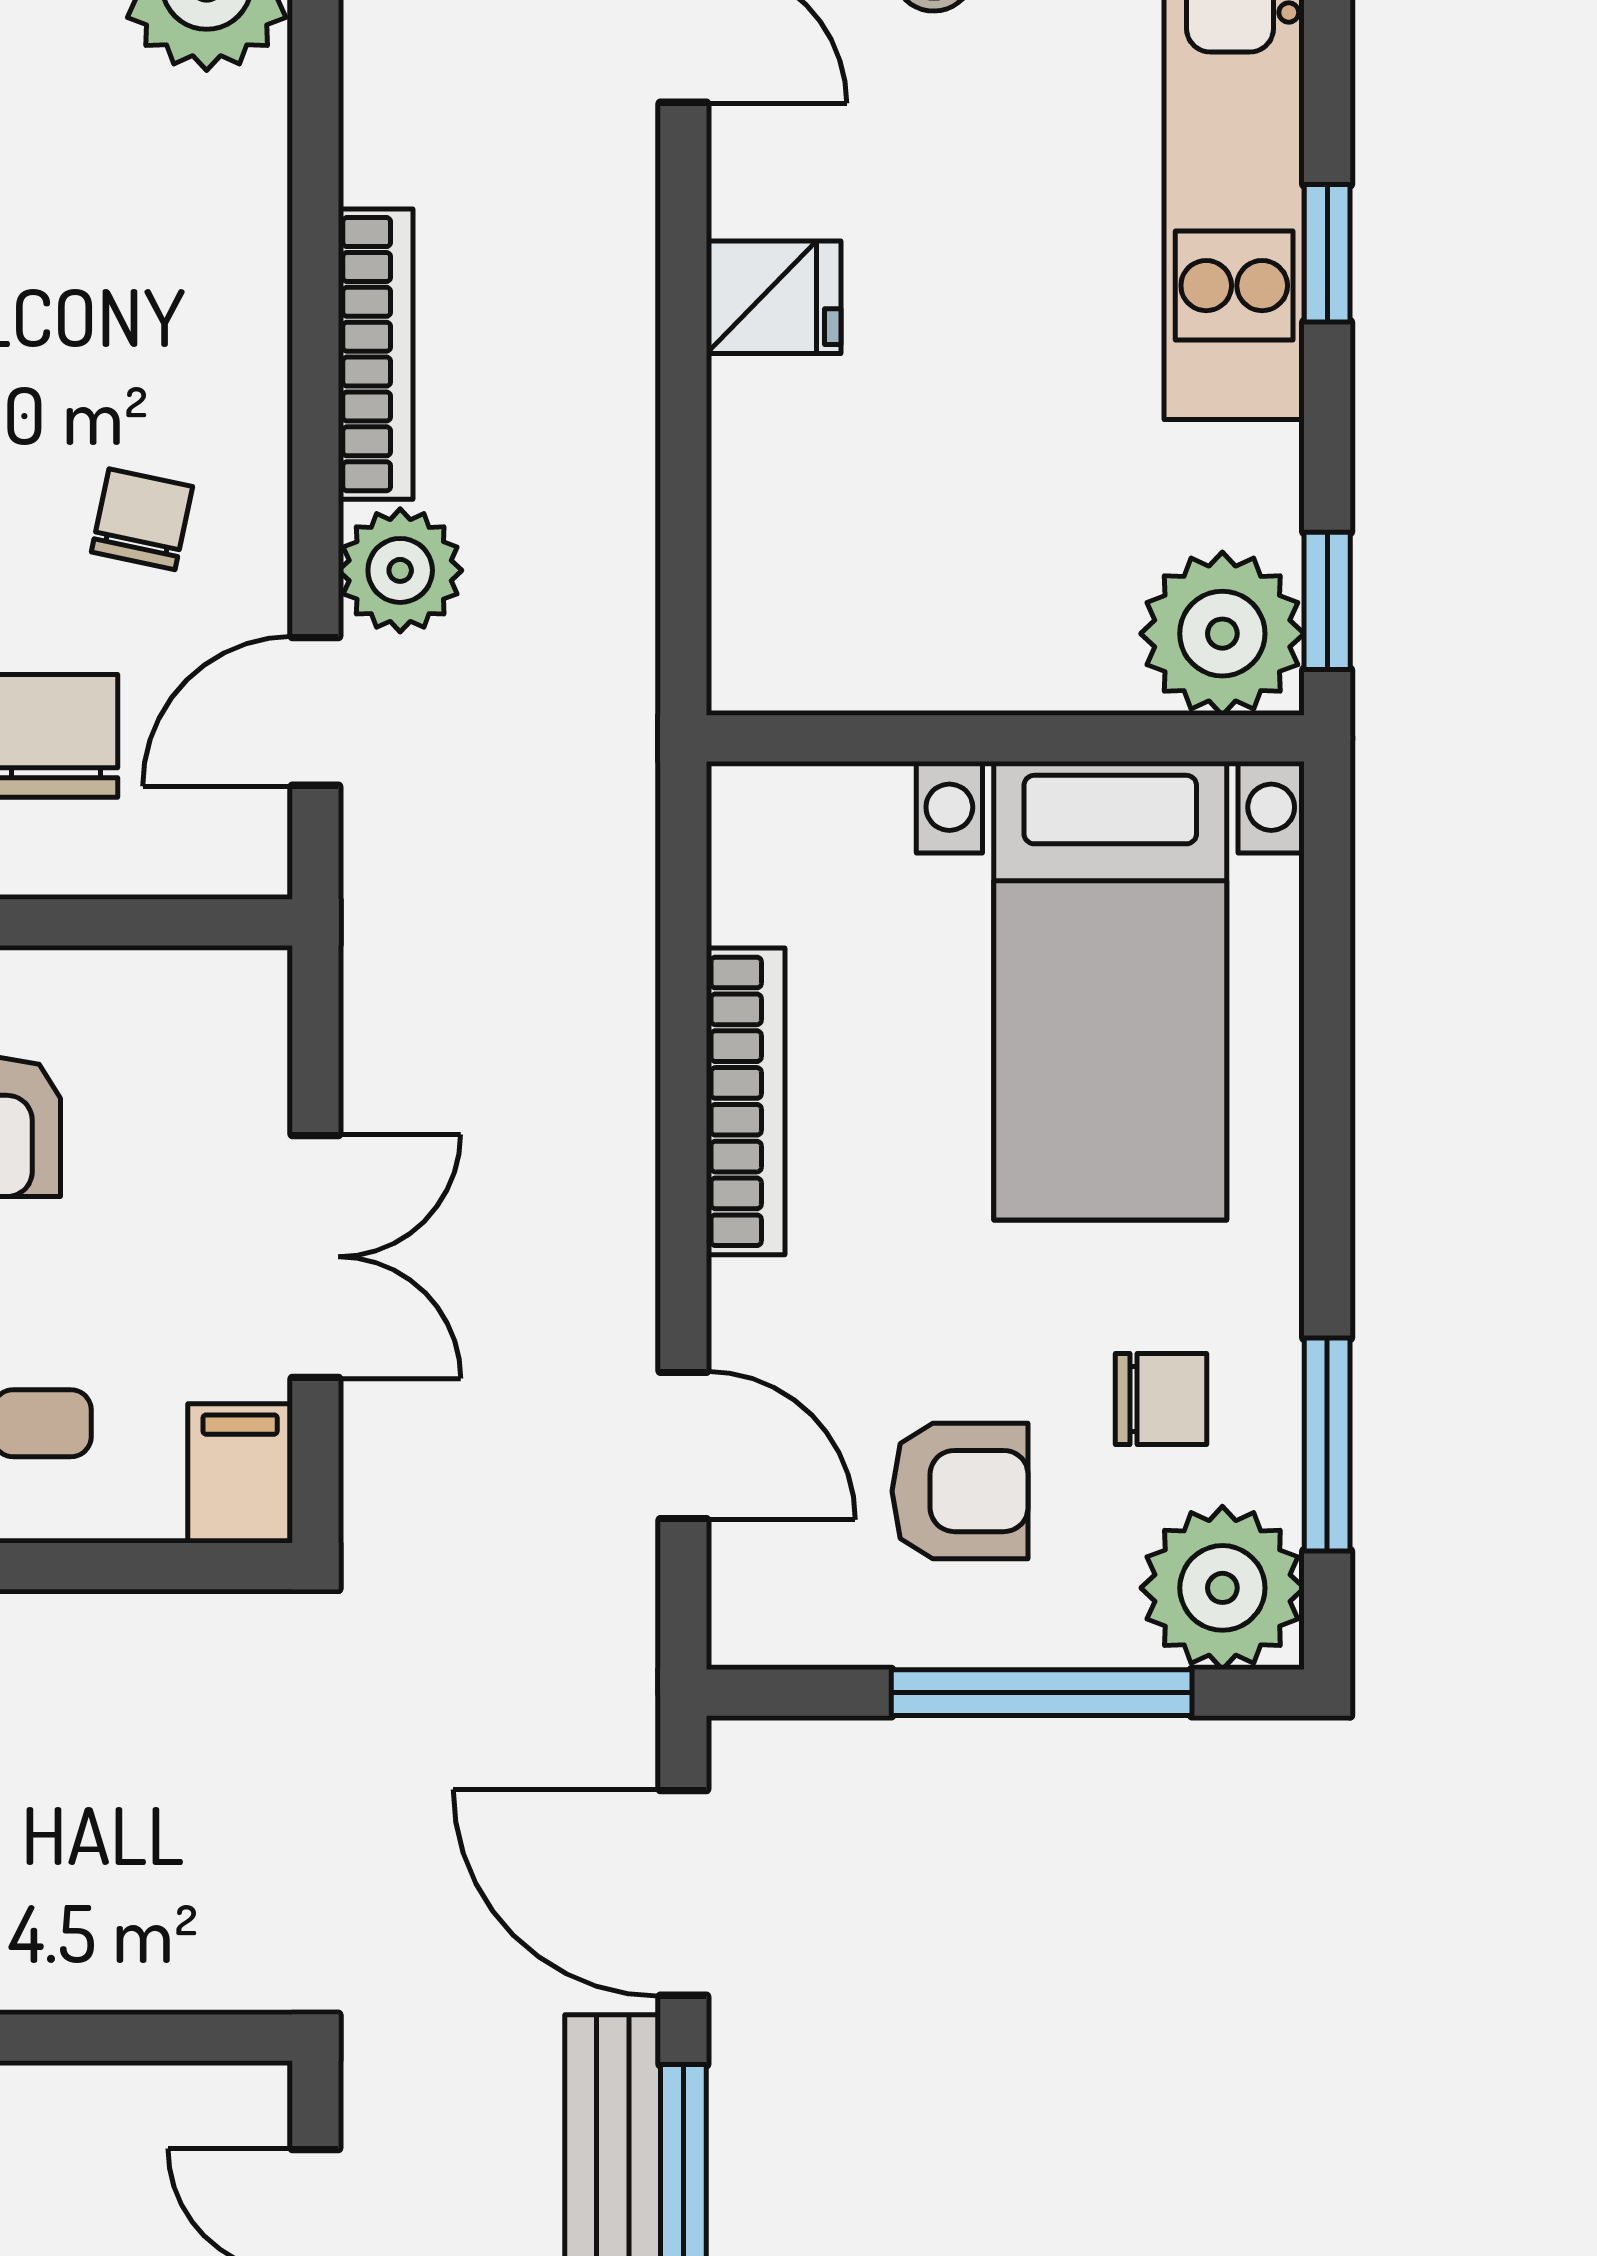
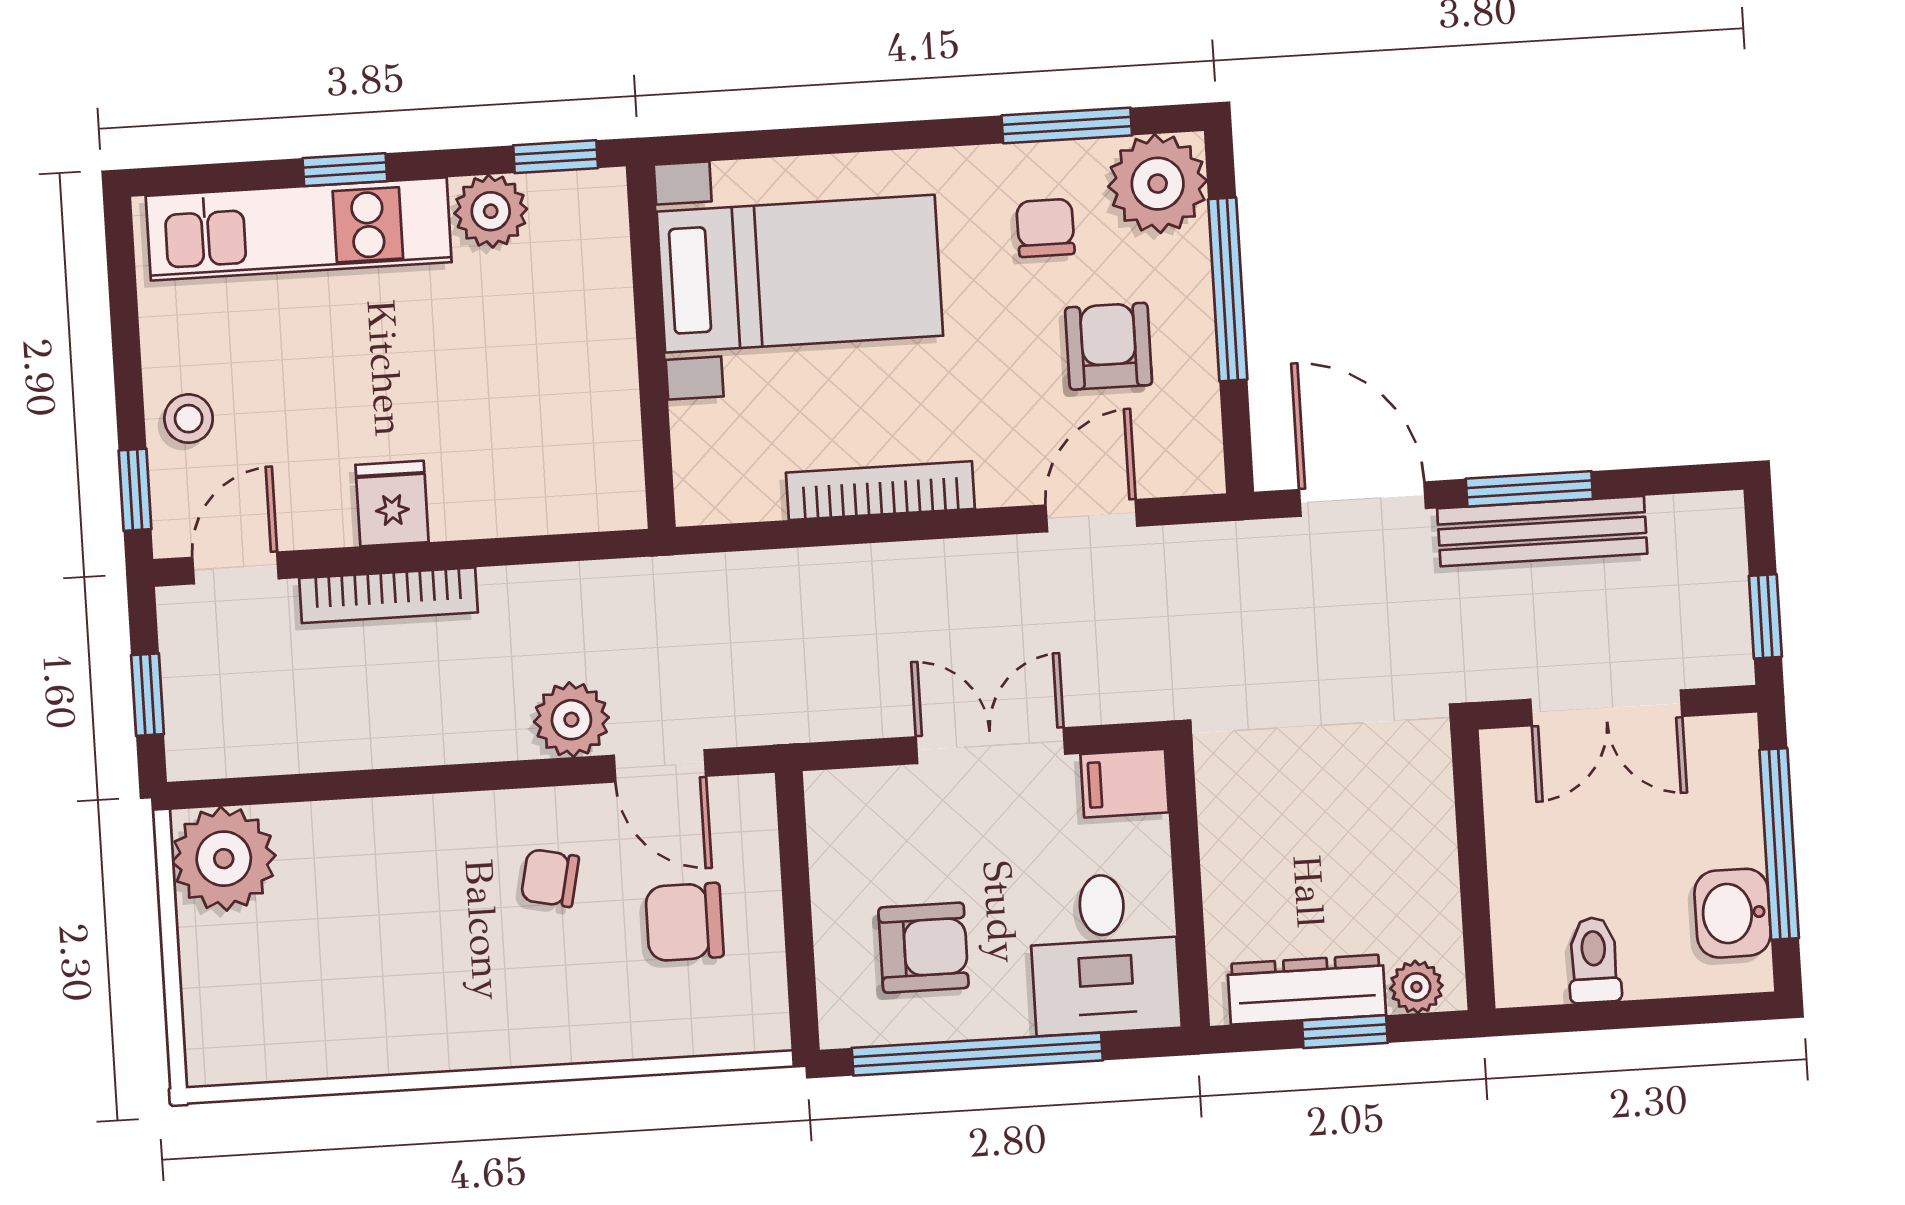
bookcase: (376, 354) -> (389, 595), moved, turned 180
plant: (1222, 634) -> (491, 211), moved, width x0.73, depth x0.73
door: (683, 1893) -> (1362, 499), swing flipped

